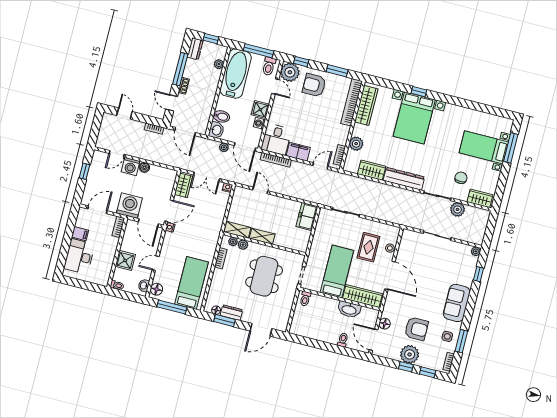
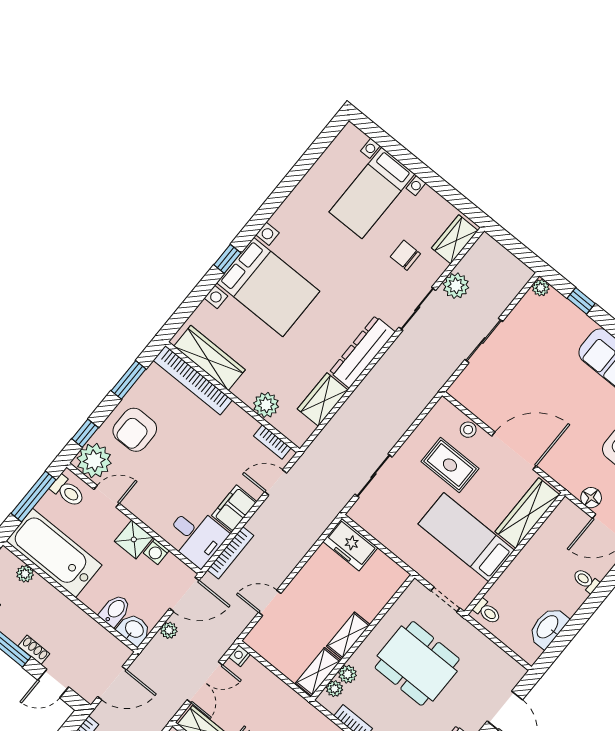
window: (511, 148) -> (394, 148), removed
door: (320, 166) -> (276, 482), hinge flipped
washbasin: (349, 310) -> (548, 627), moved, turned 180

